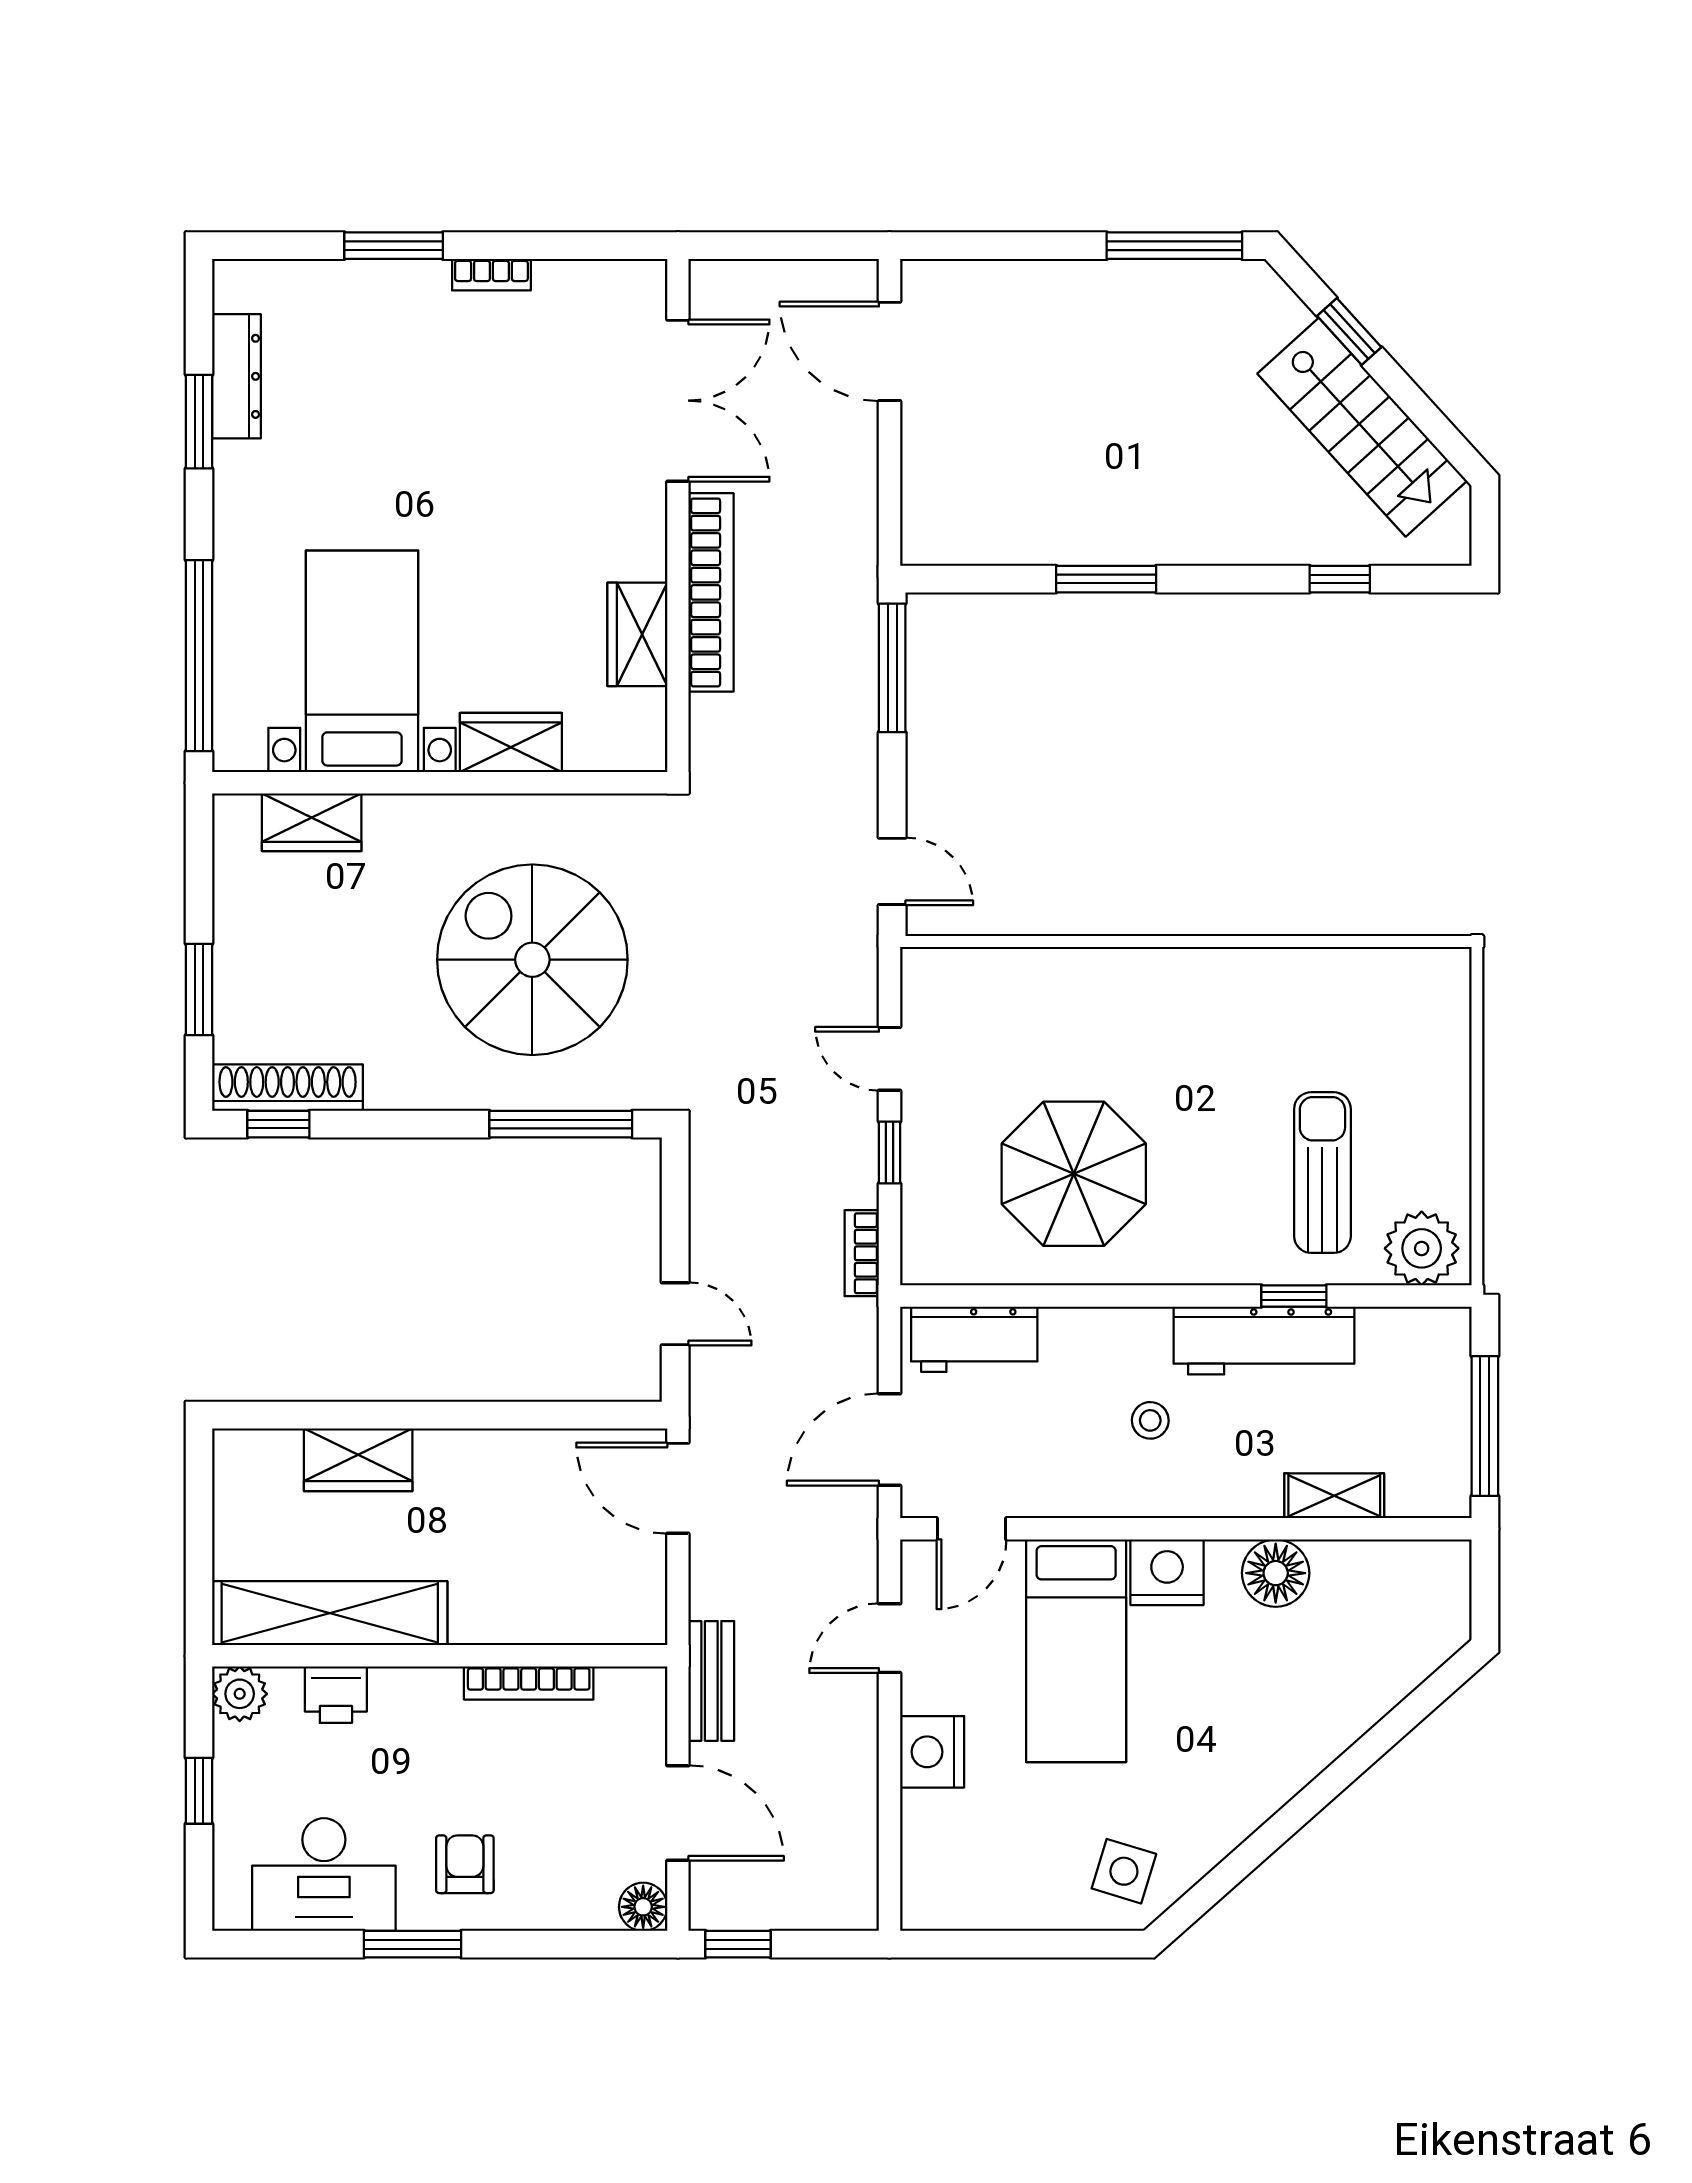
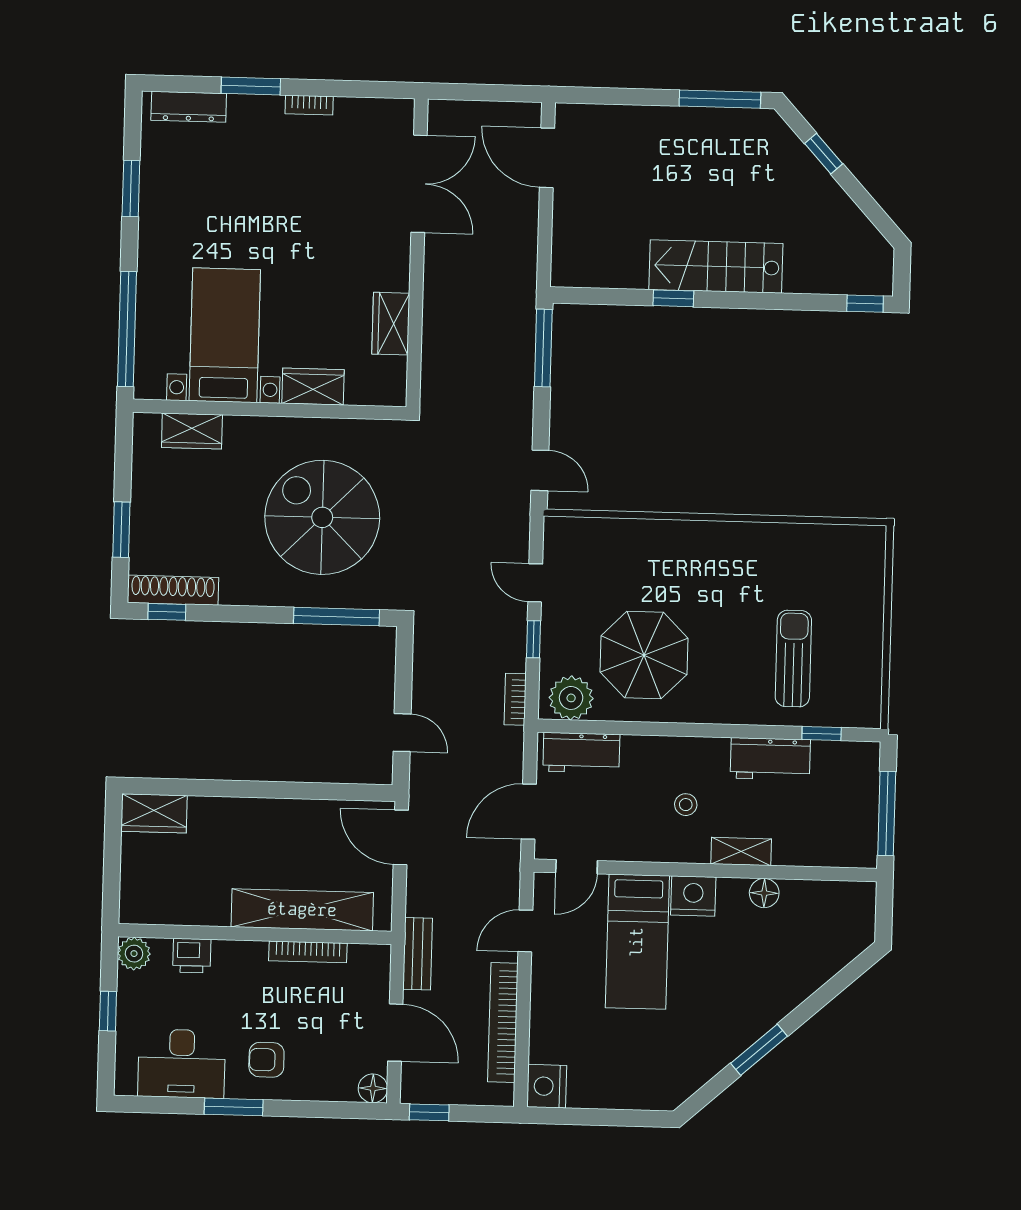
dresser: (237, 376) -> (189, 107), moved, turned 90
stairs: (1362, 427) -> (716, 266), moved, turned 132
window: (1106, 579) -> (673, 298), width x0.67
window: (1340, 579) -> (865, 304), moved
bookcase: (711, 592) -> (503, 1023), moved, turned 180
plant: (1422, 1248) -> (571, 698), moved
window: (1294, 1296) -> (822, 734), moved
workbench: (1264, 1341) -> (770, 759), width x0.73
wardrobe: (358, 1460) -> (154, 813), moved
shelving: (1334, 1496) -> (741, 851), moved
floor lamp: (1276, 1573) -> (764, 893), width x0.73, depth x0.73
shelving: (330, 1613) -> (302, 910), moved
nightstand: (932, 1752) -> (547, 1086), moved
window: (1284, 1825) -> (759, 1050), added
armchair: (465, 1864) -> (266, 1060), turned -90
side table: (1124, 1871) -> (662, 1075), removed

